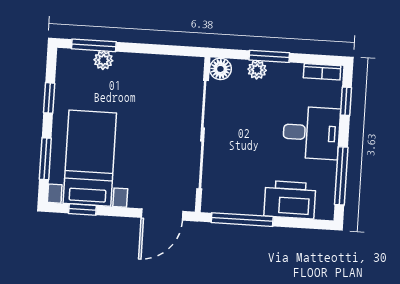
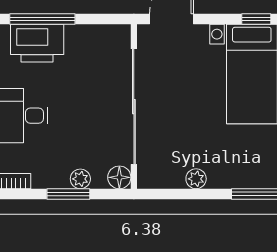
plant: (103, 60) -> (196, 179), moved
window: (242, 220) -> (42, 19), moved

